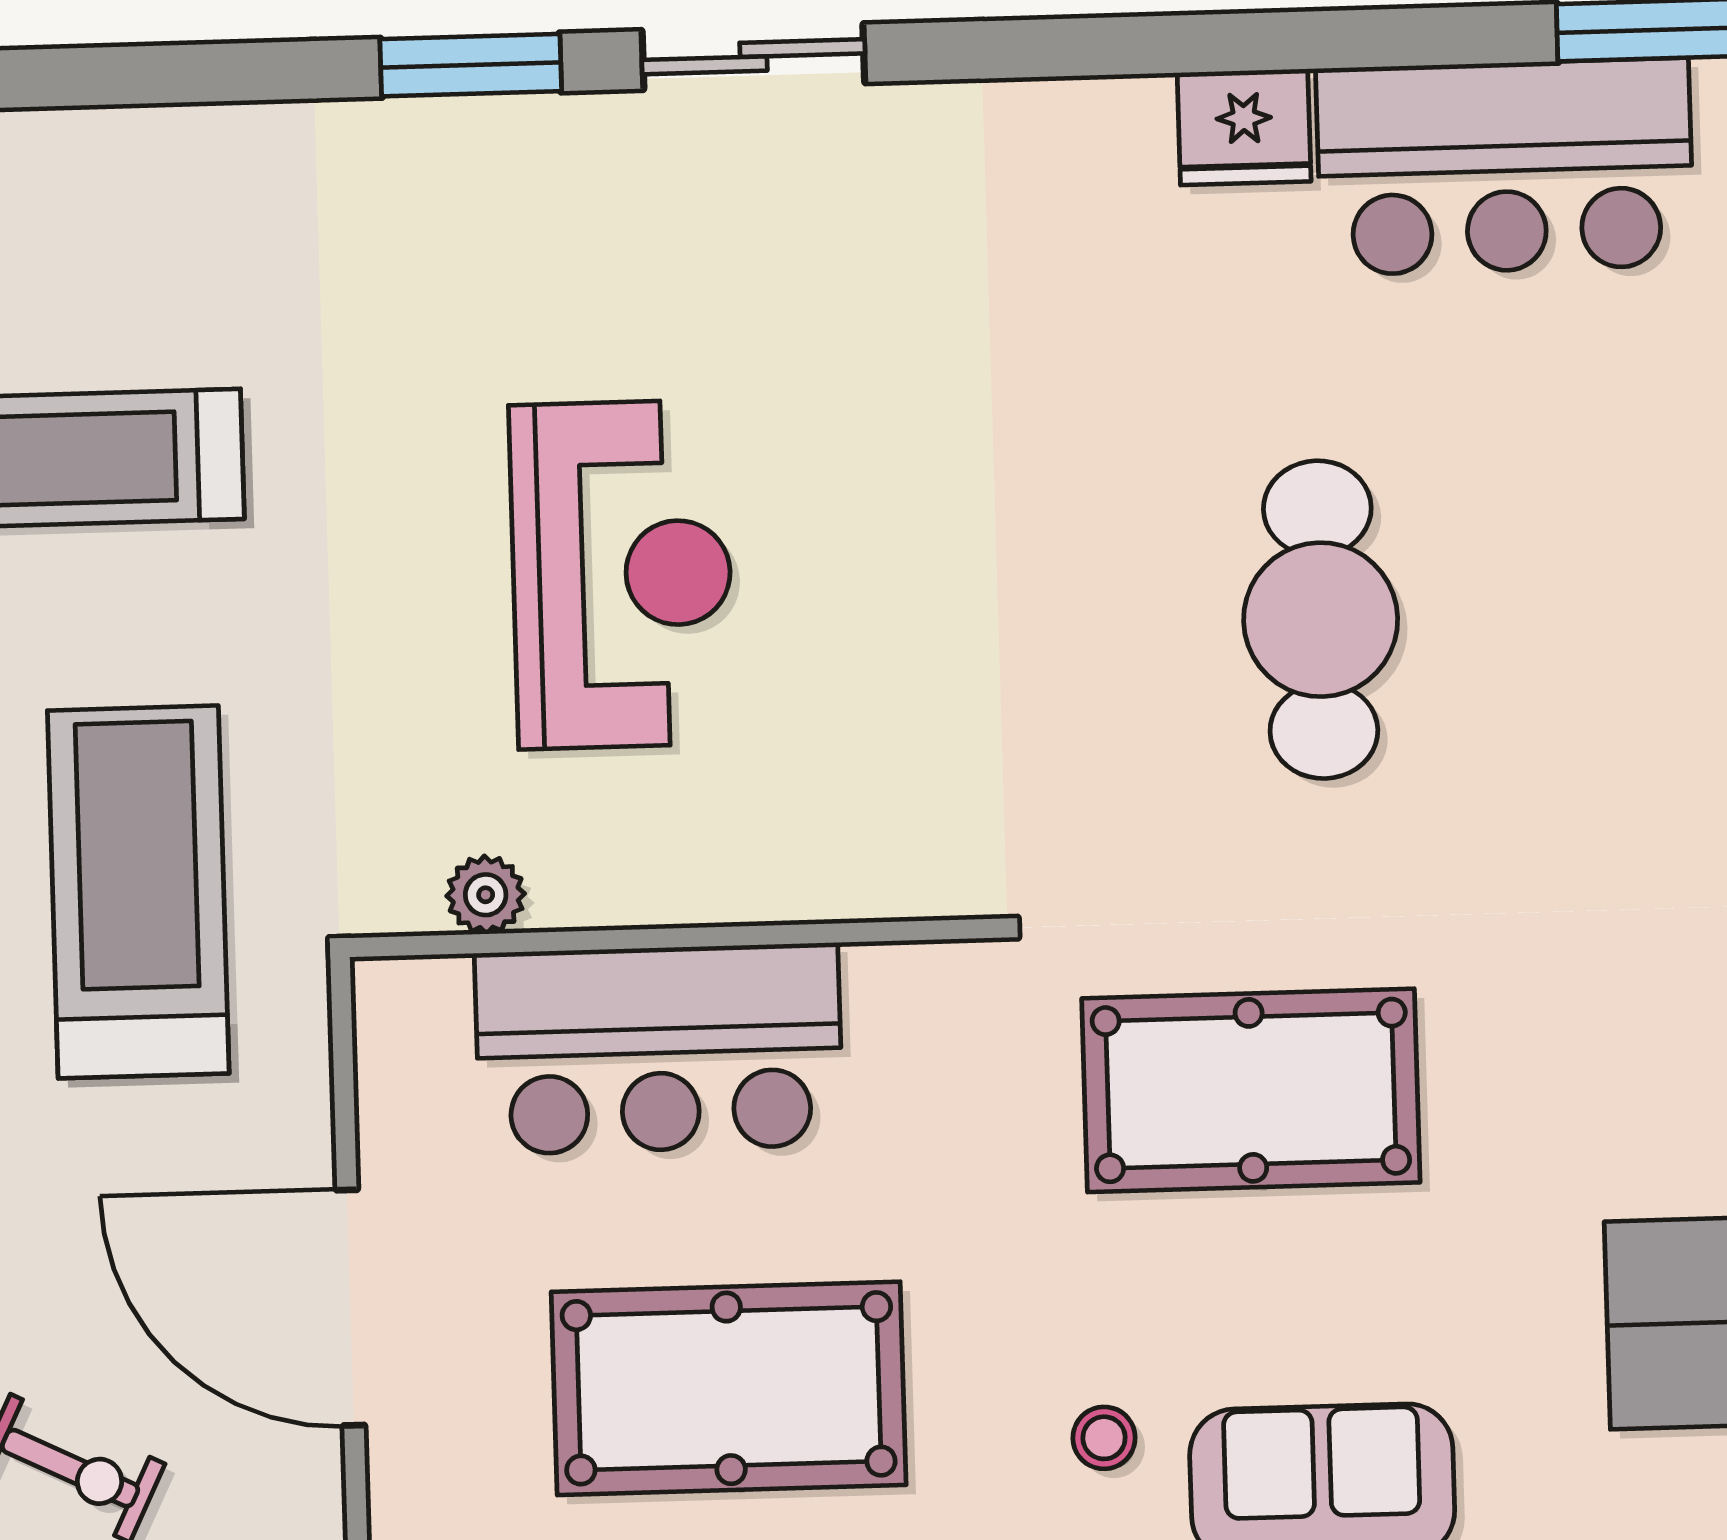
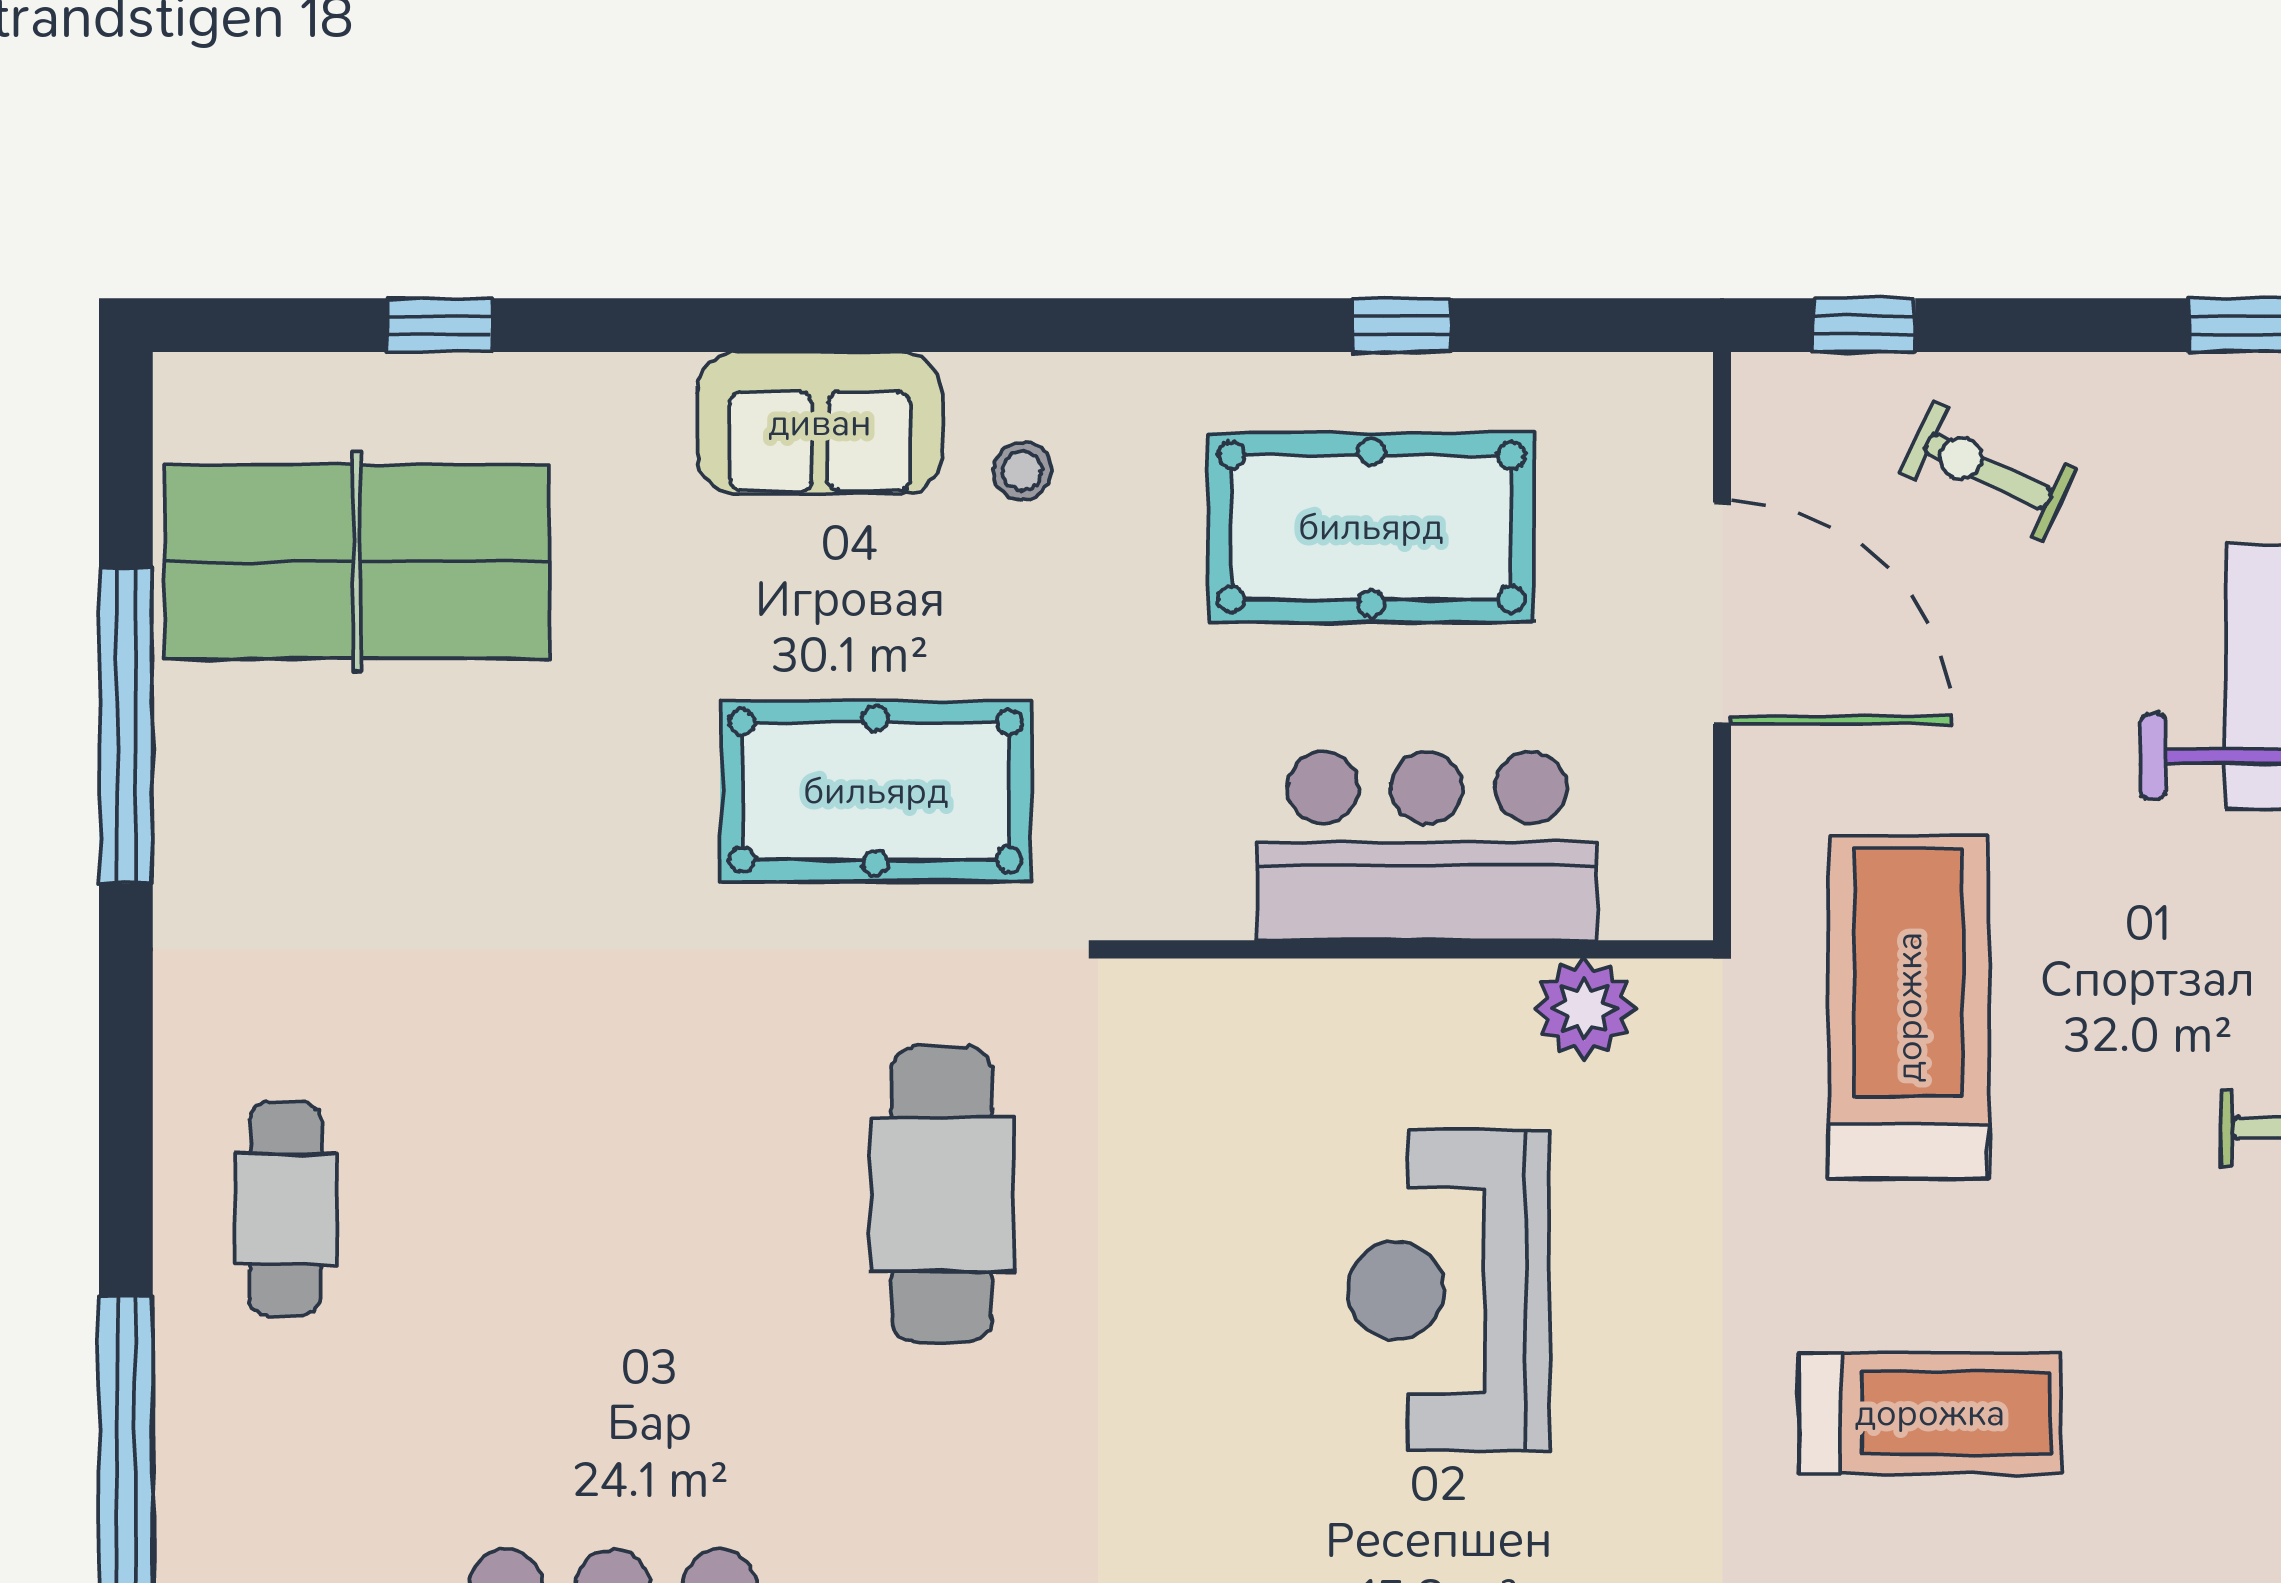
cafe table: (1321, 620) -> (942, 1194), moved
treadmill: (138, 892) -> (1909, 1007), turned 180
plant: (486, 895) -> (1584, 1009), width x1.38, depth x1.38

